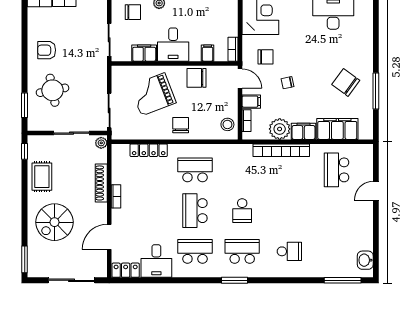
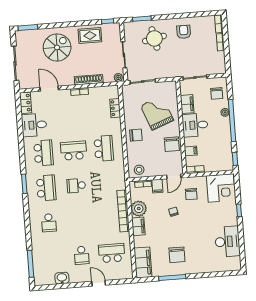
chair: (196, 78) -> (172, 144), turned 180
chair: (346, 82) -> (177, 255), turned 144
filing cabinet: (337, 129) -> (143, 262), moved
locker: (149, 150) -> (115, 108), width x0.66
school desk: (337, 211) -> (82, 255), added
spiral stairs: (55, 222) -> (57, 47), turned 90
washbasin: (365, 260) -> (62, 278), moved

